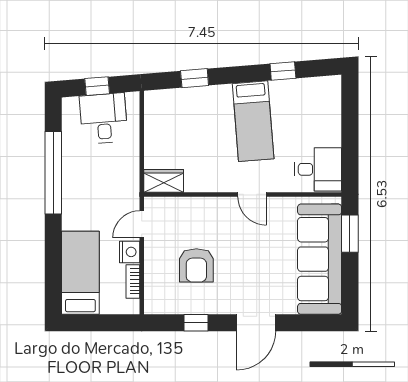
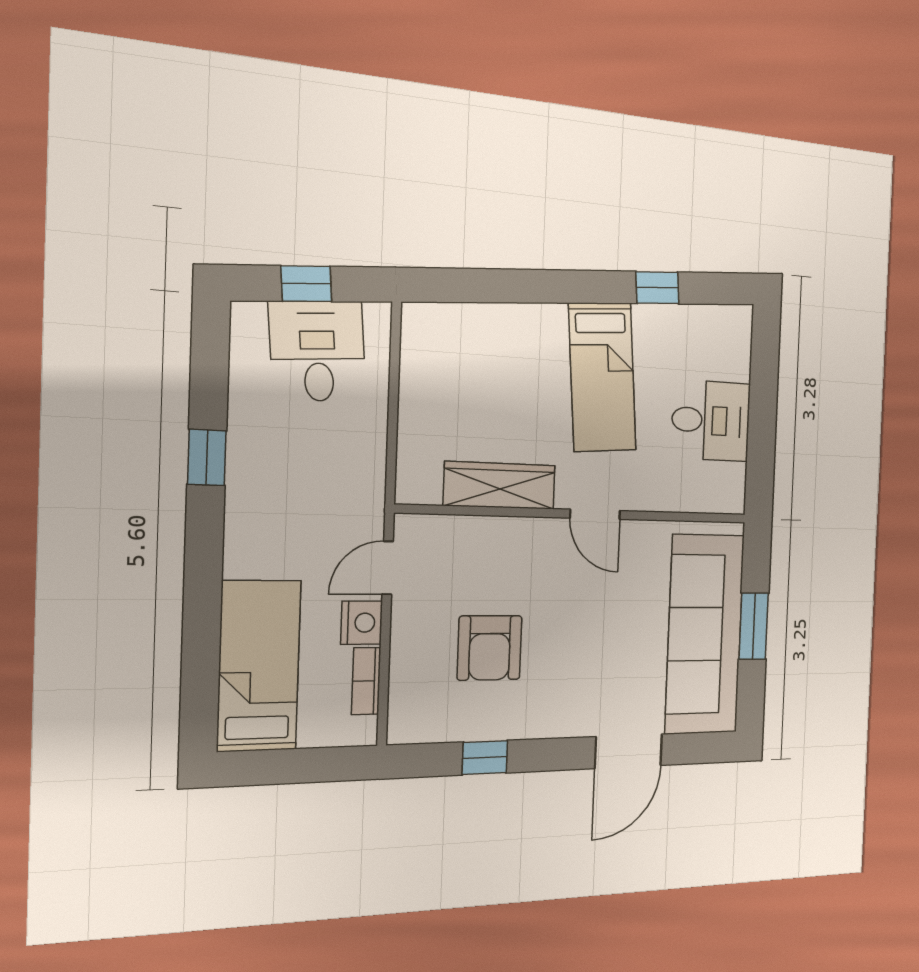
window: (195, 78) -> (500, 286), removed
desk: (318, 169) -> (711, 421), moved
window: (53, 173) -> (207, 457), width x0.32
wardrobe: (164, 181) -> (500, 485), moved, width x1.50
window: (350, 234) -> (754, 626), moved
door: (256, 323) -> (629, 751), moved

